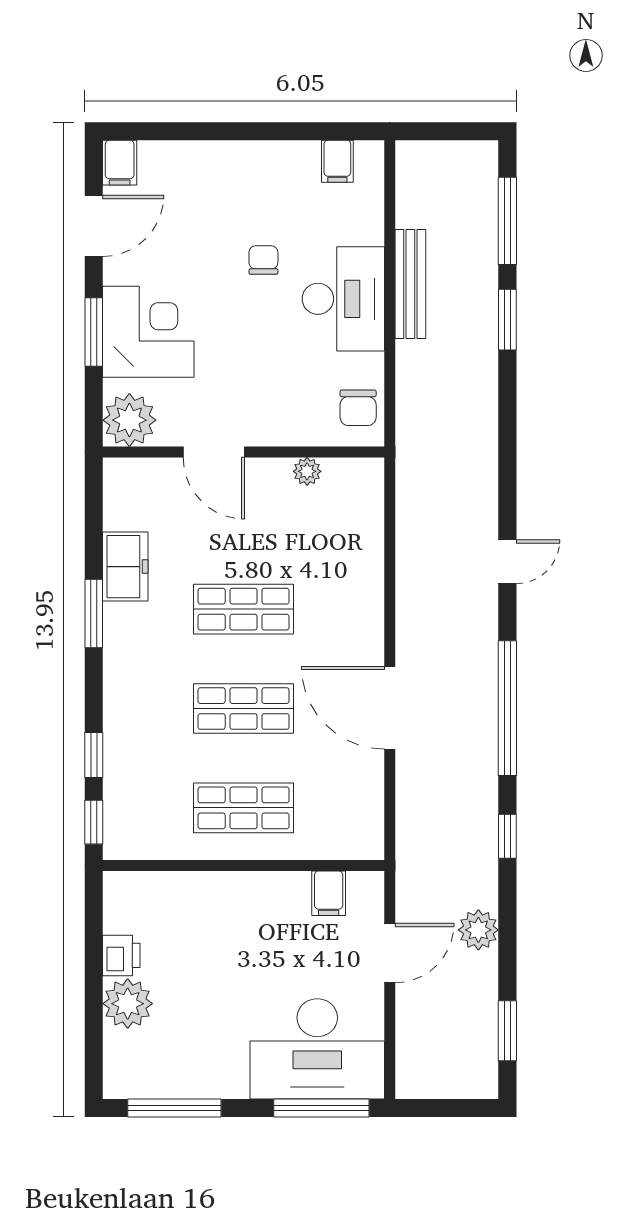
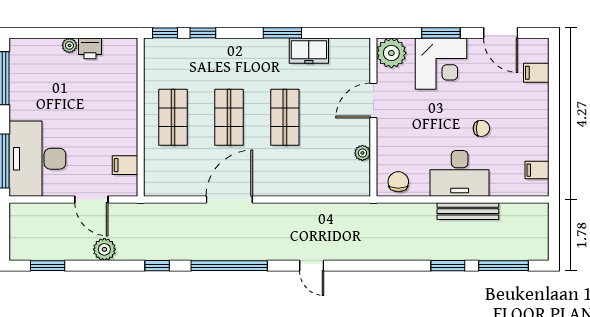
filing cabinet: (120, 163) -> (536, 73), moved
chair: (358, 408) -> (398, 182), turned 90
plant: (128, 1004) -> (69, 45), width x0.53, depth x0.53

